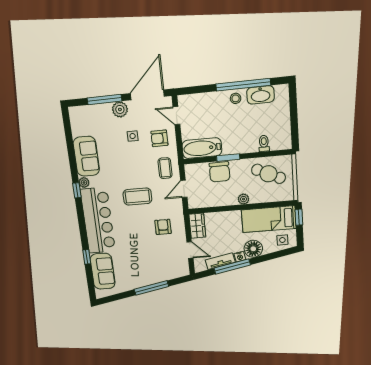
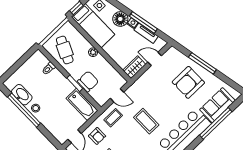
armchair: (163, 227) -> (188, 82), moved, width x1.88, depth x1.88
door: (190, 250) -> (155, 59), hinge flipped
window: (87, 257) -> (216, 123), width x3.17

